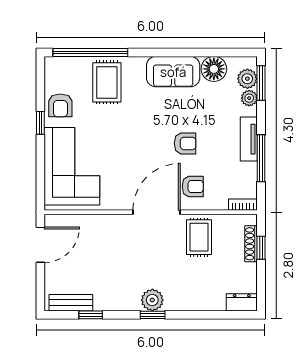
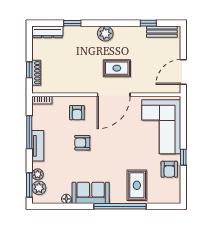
window: (90, 52) -> (120, 206), moved
floor lamp: (214, 69) -> (66, 199), width x0.53, depth x0.53
armchair: (60, 105) -> (169, 169), turned 180
armchair: (193, 186) -> (77, 113), turned -90
door: (157, 212) -> (114, 95), moved
rug: (199, 237) -> (117, 68), moved, turned 90
dresser: (242, 302) -> (47, 32), width x1.44
window: (153, 315) -> (72, 23), moved

